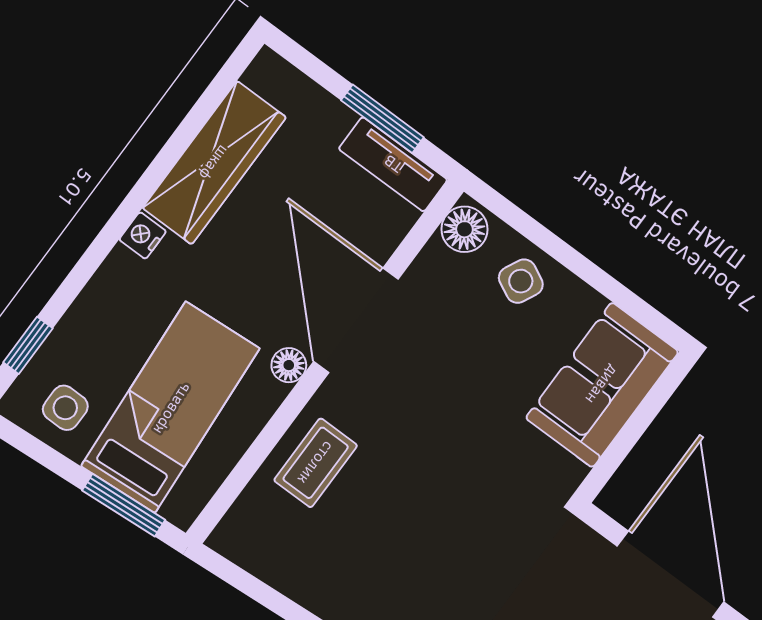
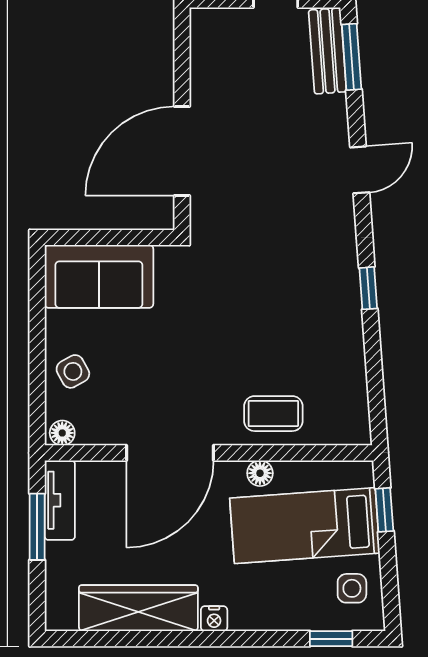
floor lamp: (464, 229) -> (62, 433), width x0.73, depth x0.73
side table: (521, 281) -> (73, 371), turned 35
floor lamp: (289, 365) -> (260, 473), moved
window: (124, 505) -> (384, 510), width x0.67

